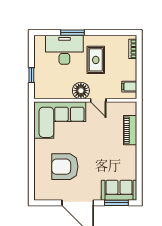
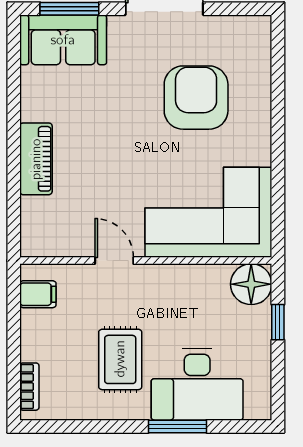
floor lamp: (81, 91) -> (251, 284), moved
piano: (130, 130) -> (36, 159), moved
armchair: (65, 167) -> (196, 98), turned -90

